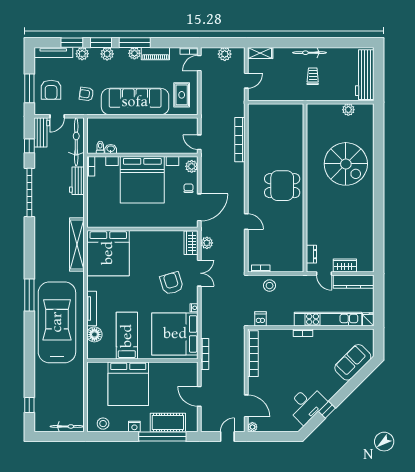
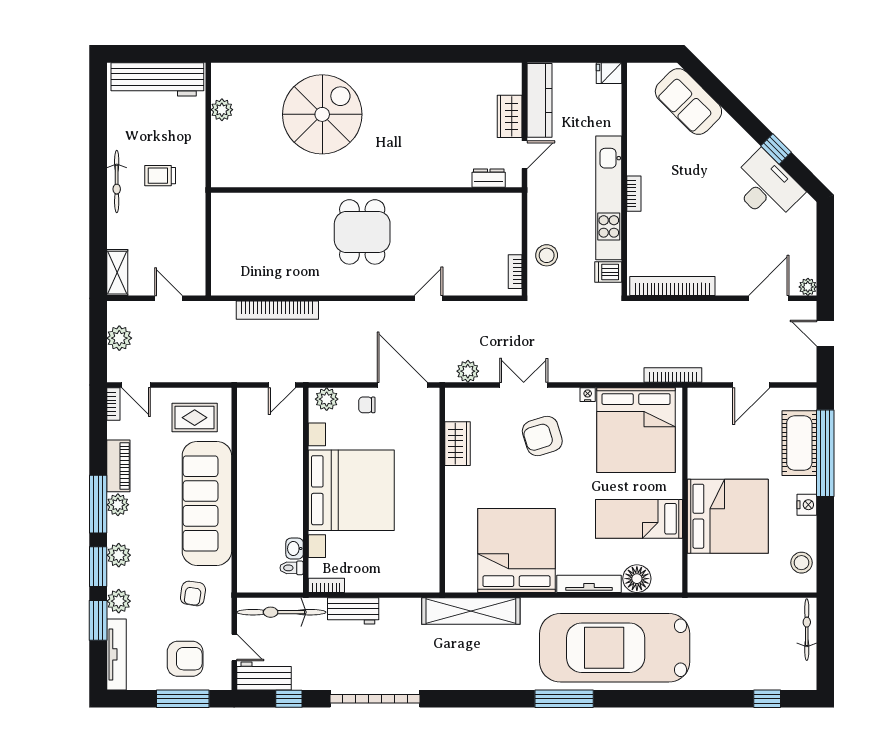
wardrobe: (191, 243) -> (458, 444), moved, turned -90
bed: (108, 253) -> (516, 551), moved, turned -90
kitchen unit: (328, 319) -> (609, 198), moved

